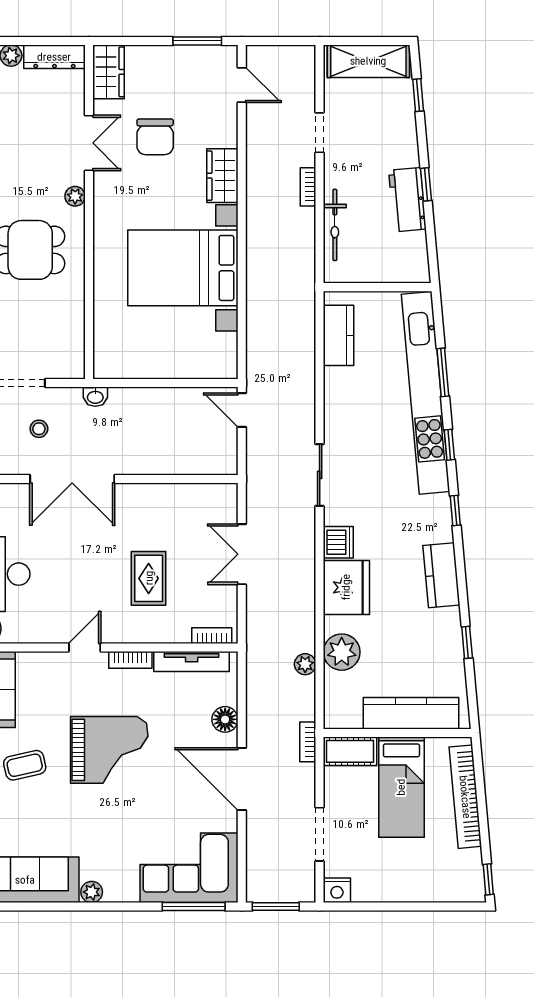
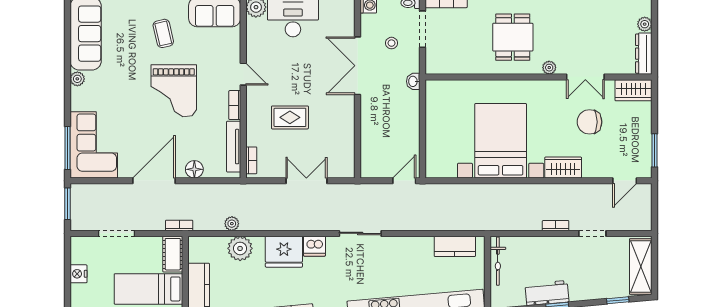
bicycle: (335, 225) -> (498, 261), moved, turned -90
nightstand: (337, 890) -> (78, 274), moved

